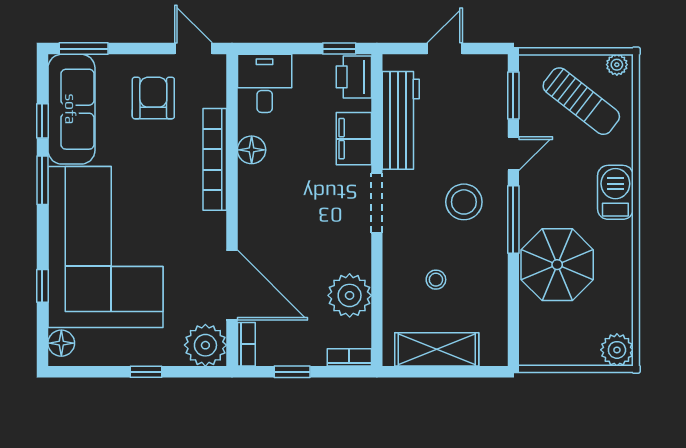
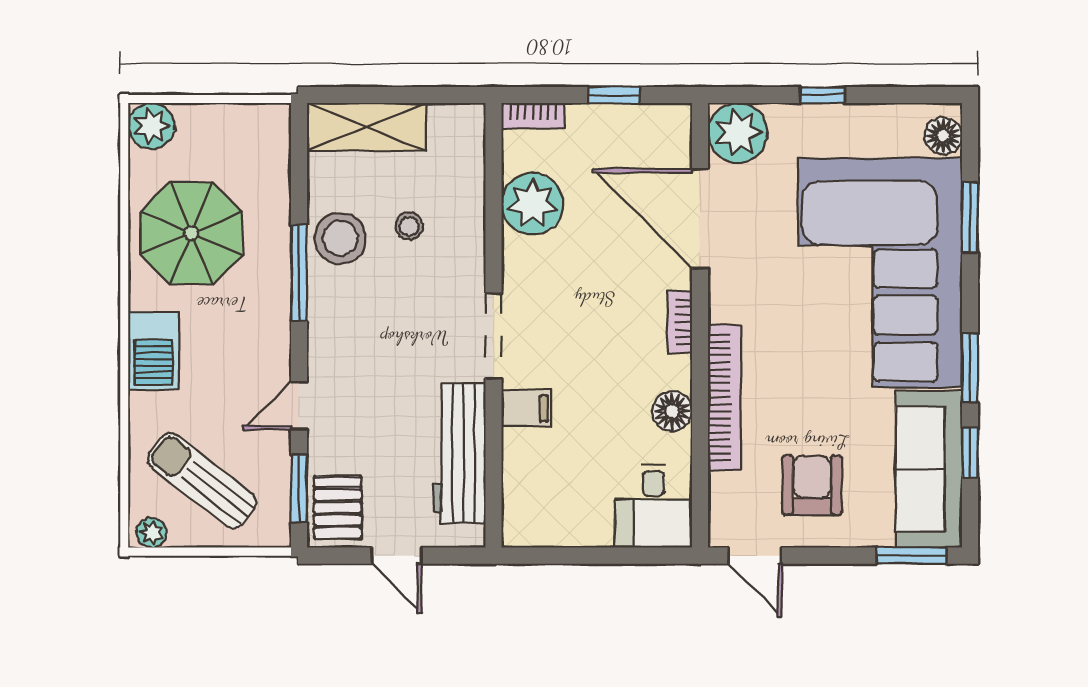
window: (339, 49) -> (547, 556), removed
door: (445, 49) -> (397, 556), hinge flipped
printer: (354, 77) -> (526, 515), removed
pallet: (486, 82) -> (338, 507), added
armchair: (153, 98) -> (812, 485), turned 180
filing cabinet: (354, 139) -> (526, 409), width x0.50
stool: (464, 202) -> (340, 238), moved
window: (513, 220) -> (299, 273), moved
parasol: (557, 265) -> (191, 233), moved
window: (42, 286) -> (970, 217), width x1.50
bookcase: (246, 344) -> (680, 322), moved
shelving: (437, 349) -> (367, 127), moved

